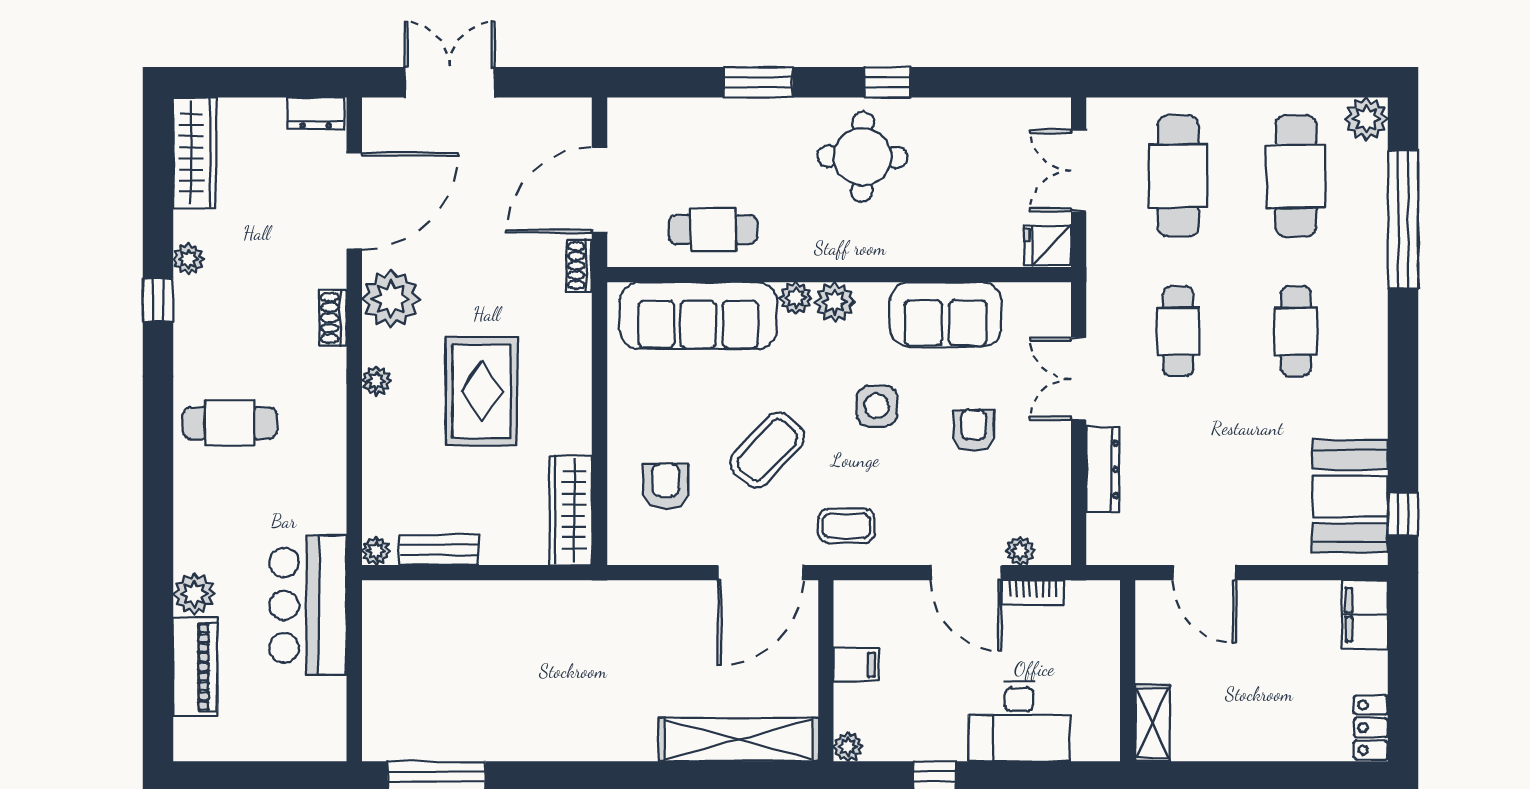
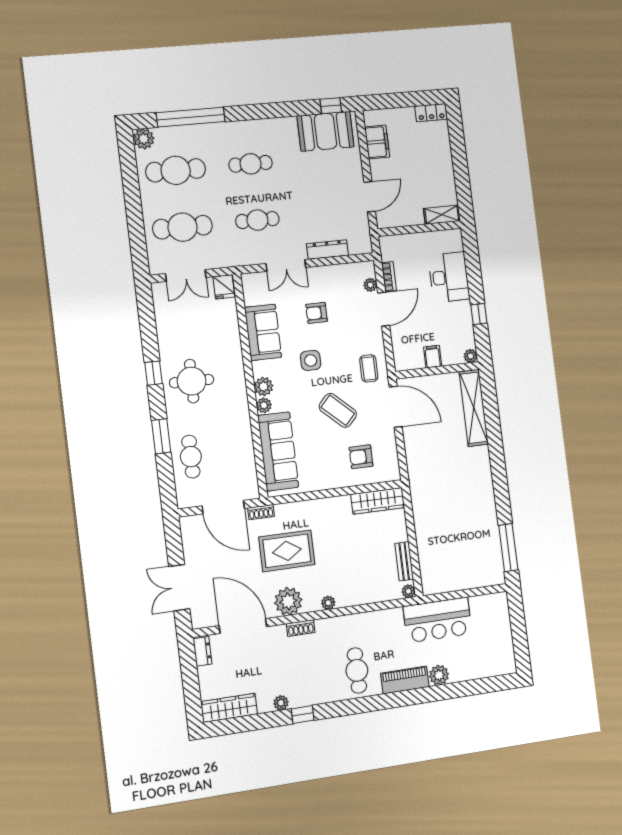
cafe table: (713, 230) -> (191, 457), moved
rug: (481, 391) -> (287, 551), moved
filing cabinet: (1365, 615) -> (377, 142), moved, turned -90
piano: (195, 667) -> (405, 680), moved

